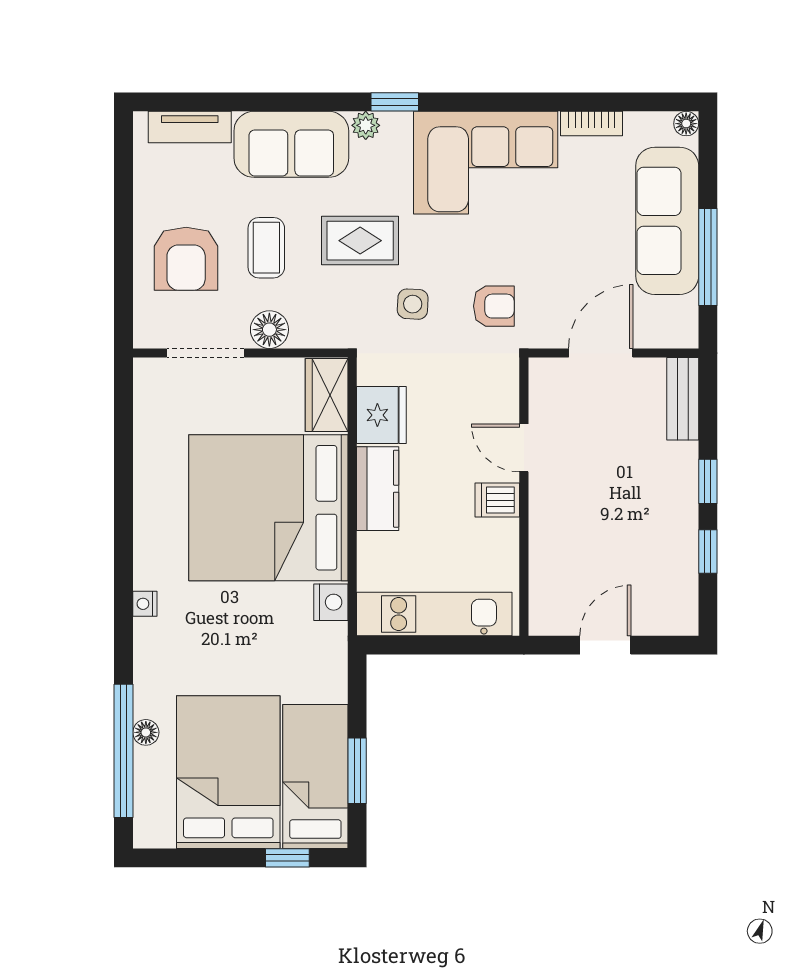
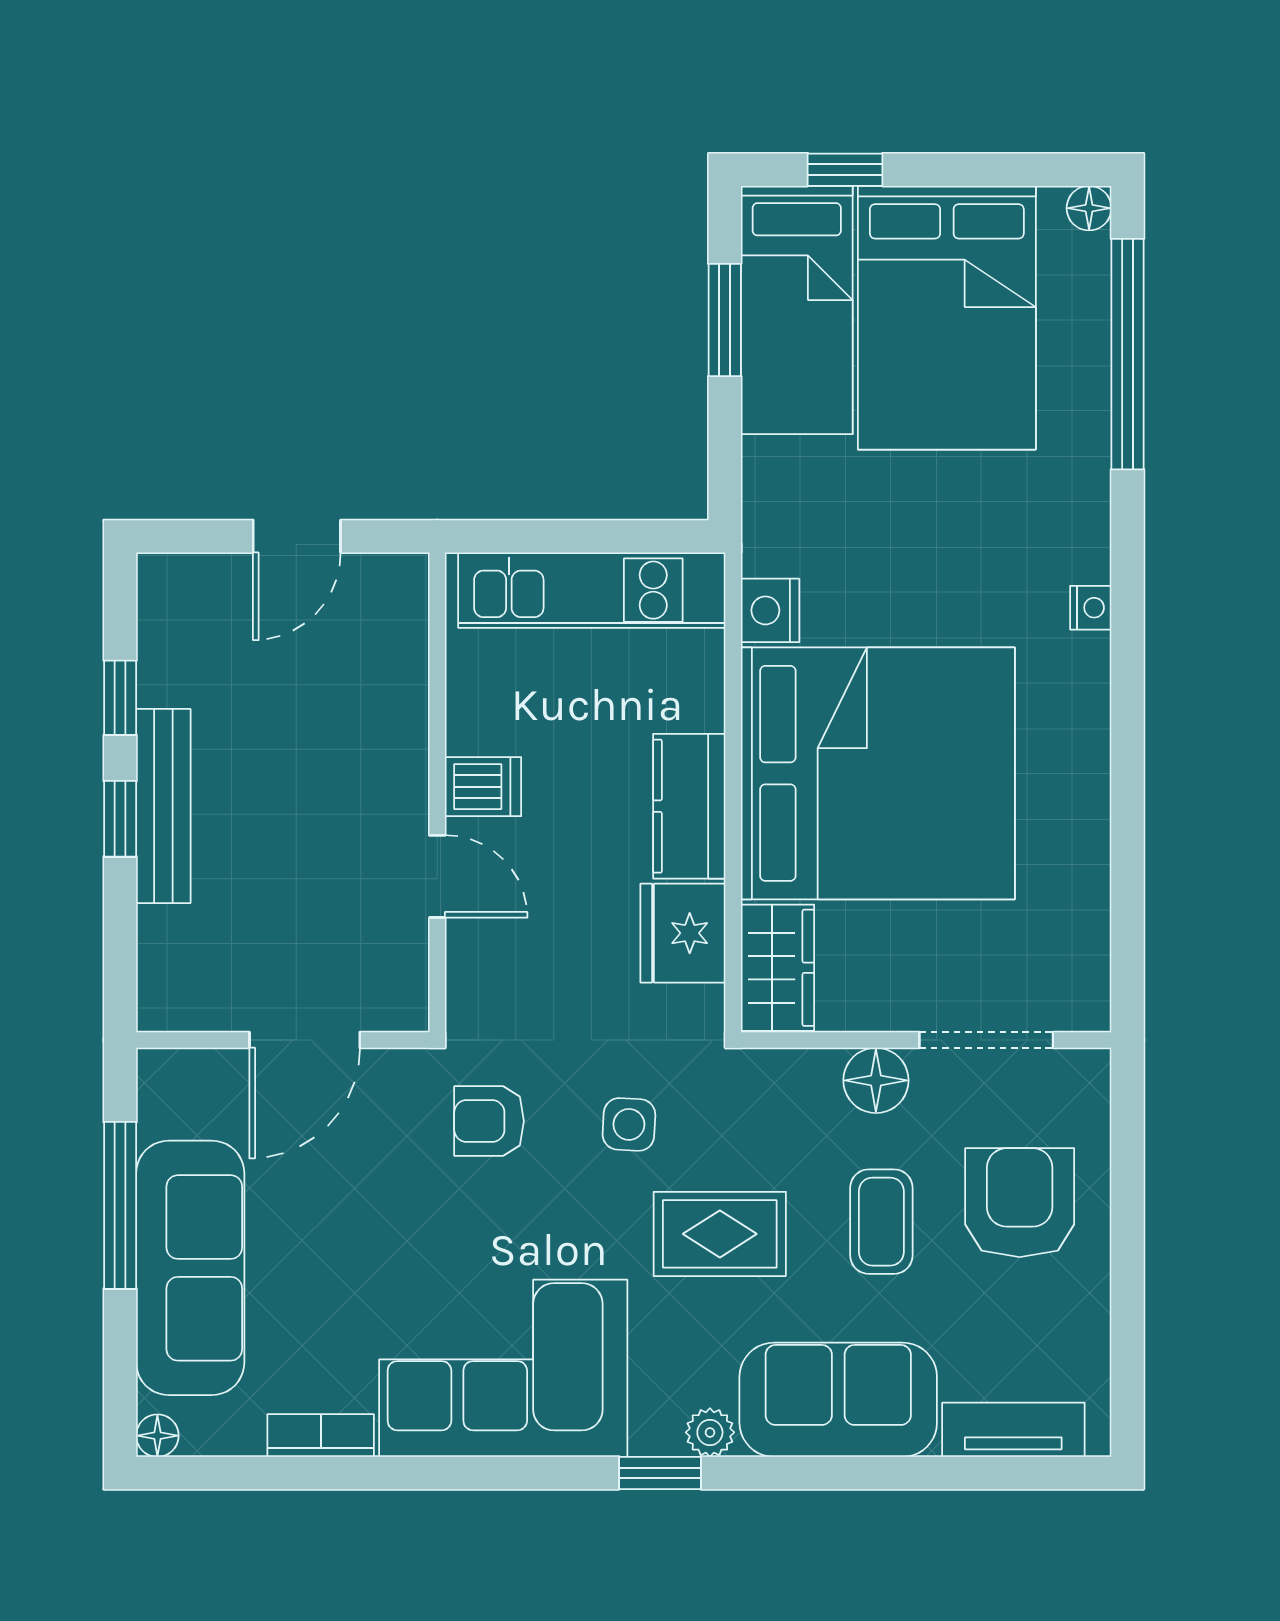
bench: (683, 399) -> (163, 806), moved, width x1.36
floor lamp: (146, 732) -> (1089, 208), moved

